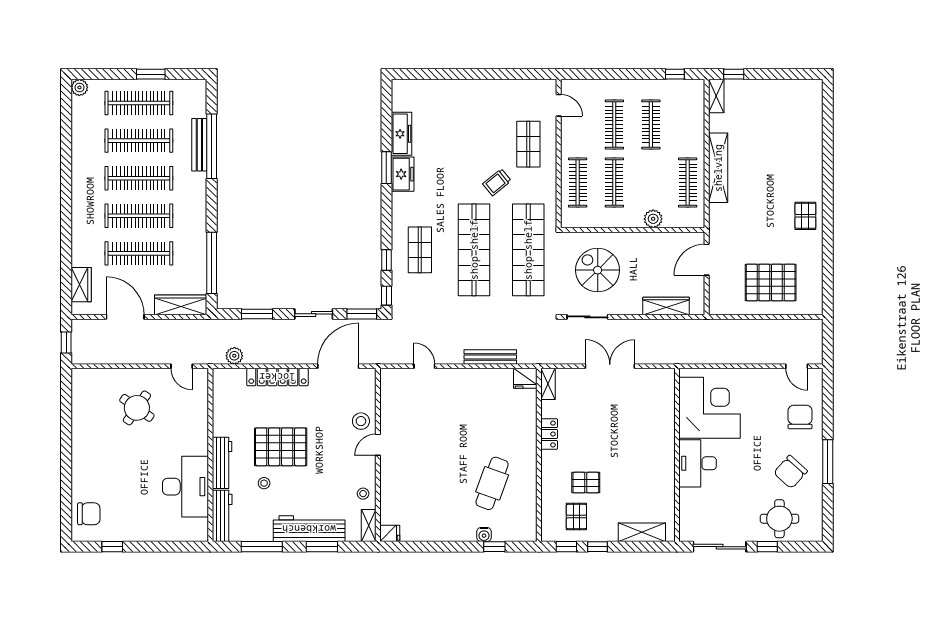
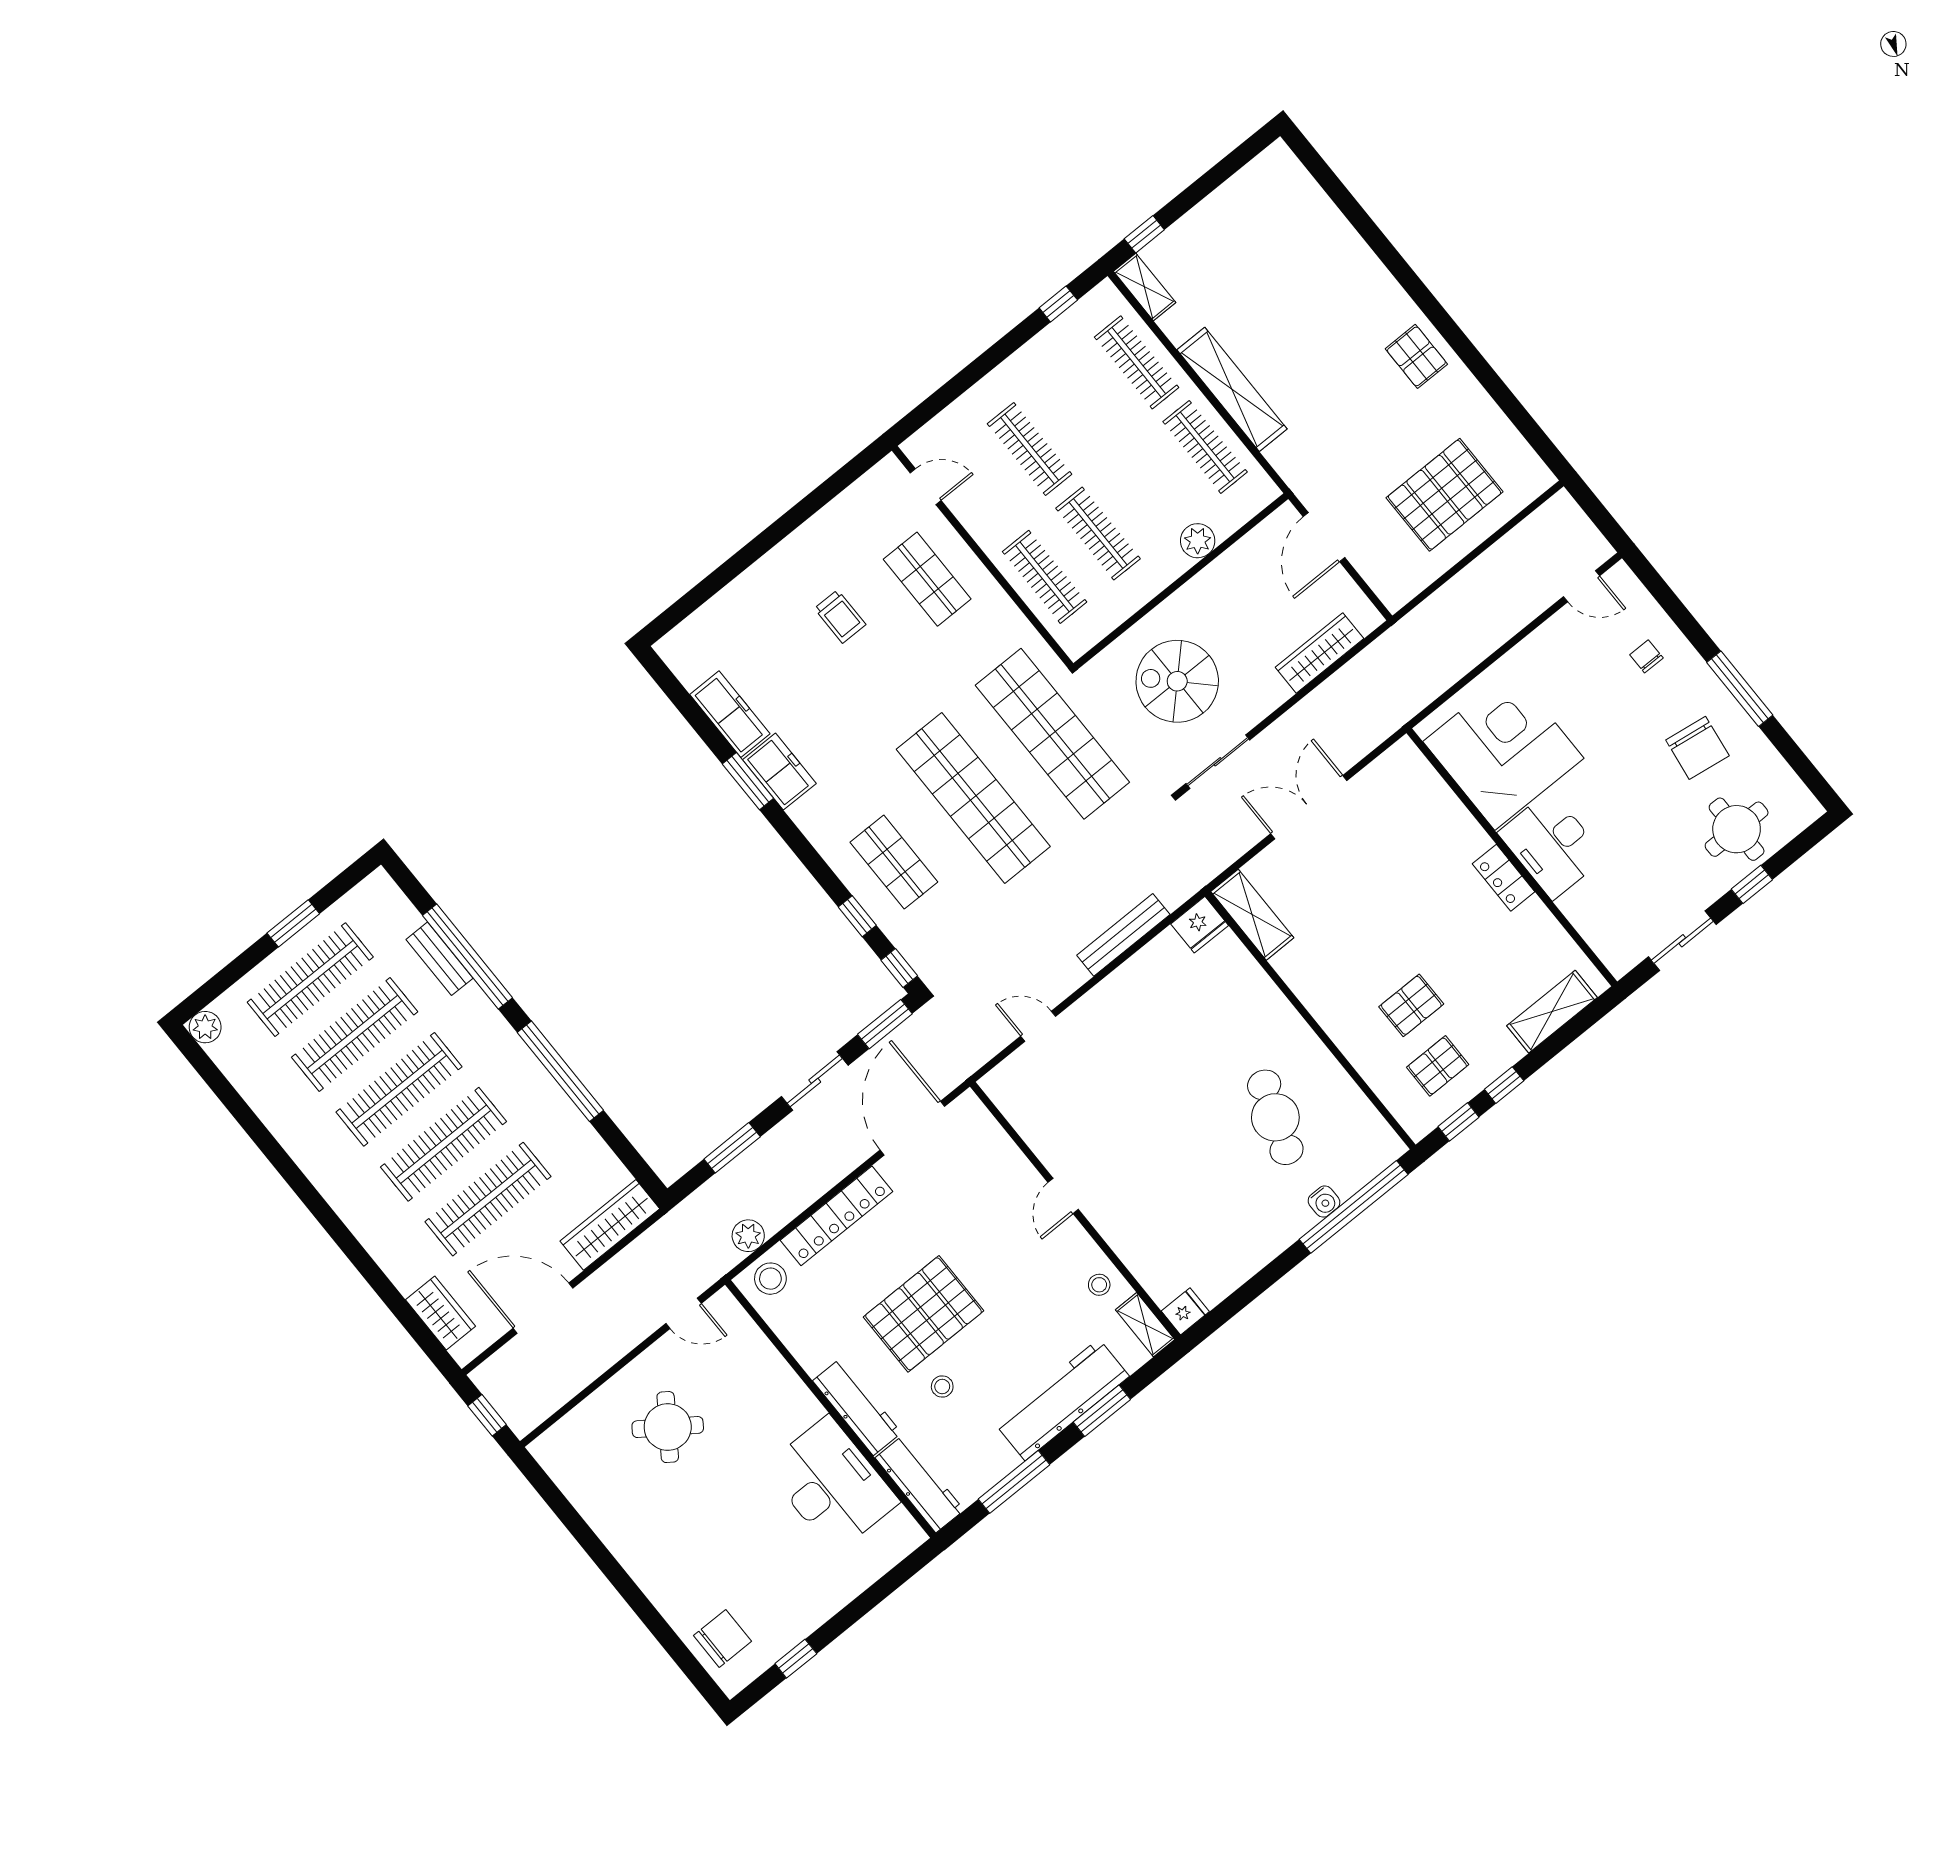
clothes rail: (651, 124) -> (1137, 362), moved
bench: (199, 145) -> (440, 959), width x0.73
trolley: (497, 182) -> (840, 617), moved, turned -51
window: (212, 263) -> (560, 1071), moved
shelving: (548, 384) -> (1252, 915), width x1.50, depth x1.33
chair: (800, 417) -> (1646, 656), width x0.54, depth x0.54
stool: (361, 421) -> (770, 1279), moved
locker: (549, 434) -> (1504, 878), moved, turned 180
chair: (790, 472) -> (1697, 748), turned -34
pallet: (576, 516) -> (1438, 1066), turned 90
window: (494, 547) -> (1354, 1207), width x3.17
sliding door: (720, 547) -> (1682, 941), width x0.73

